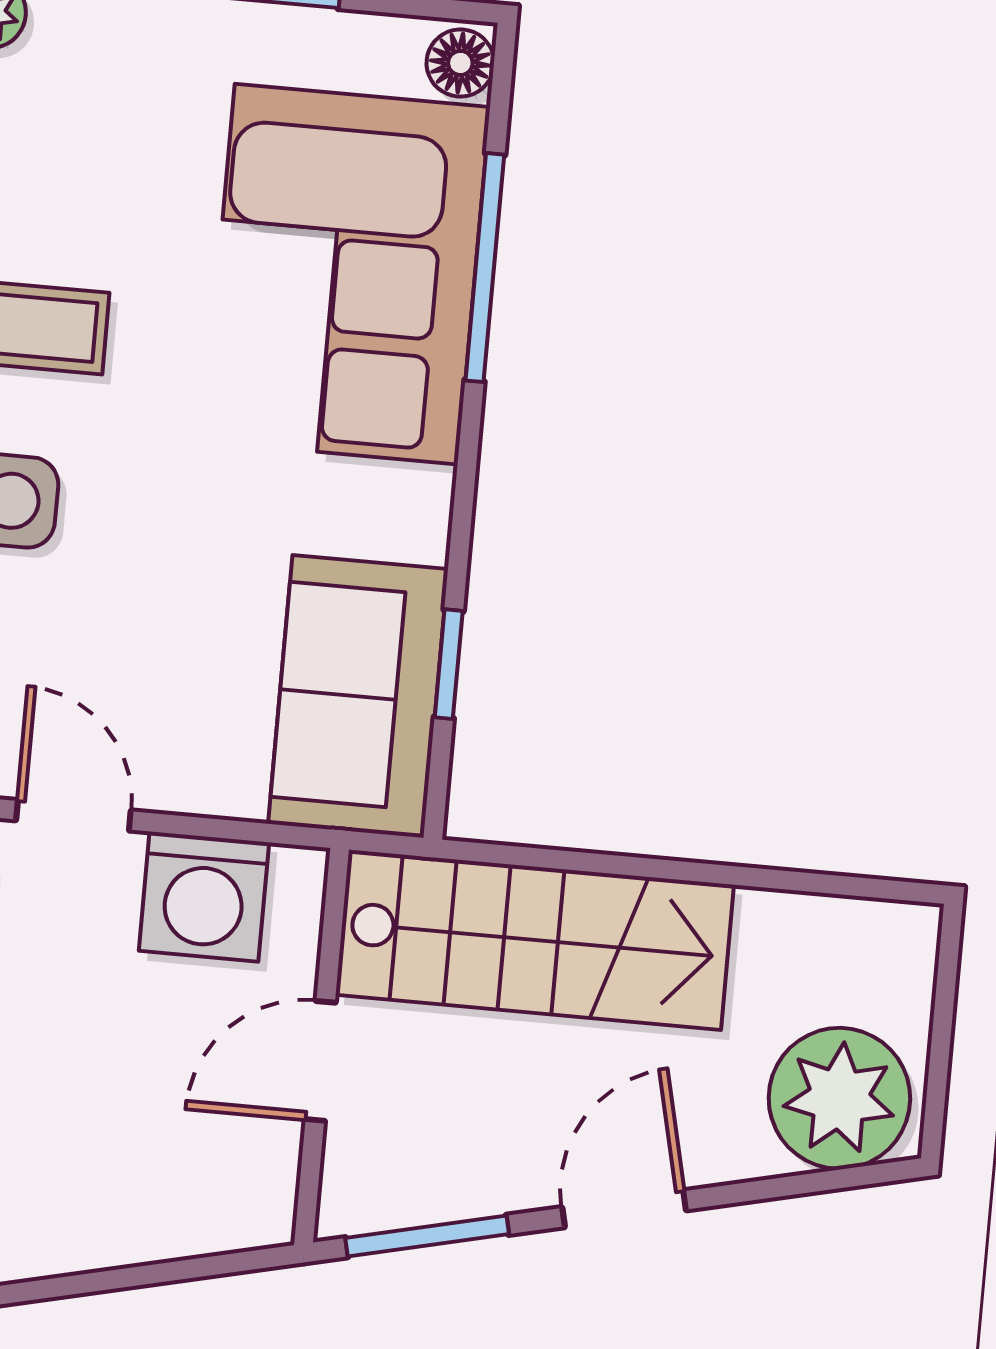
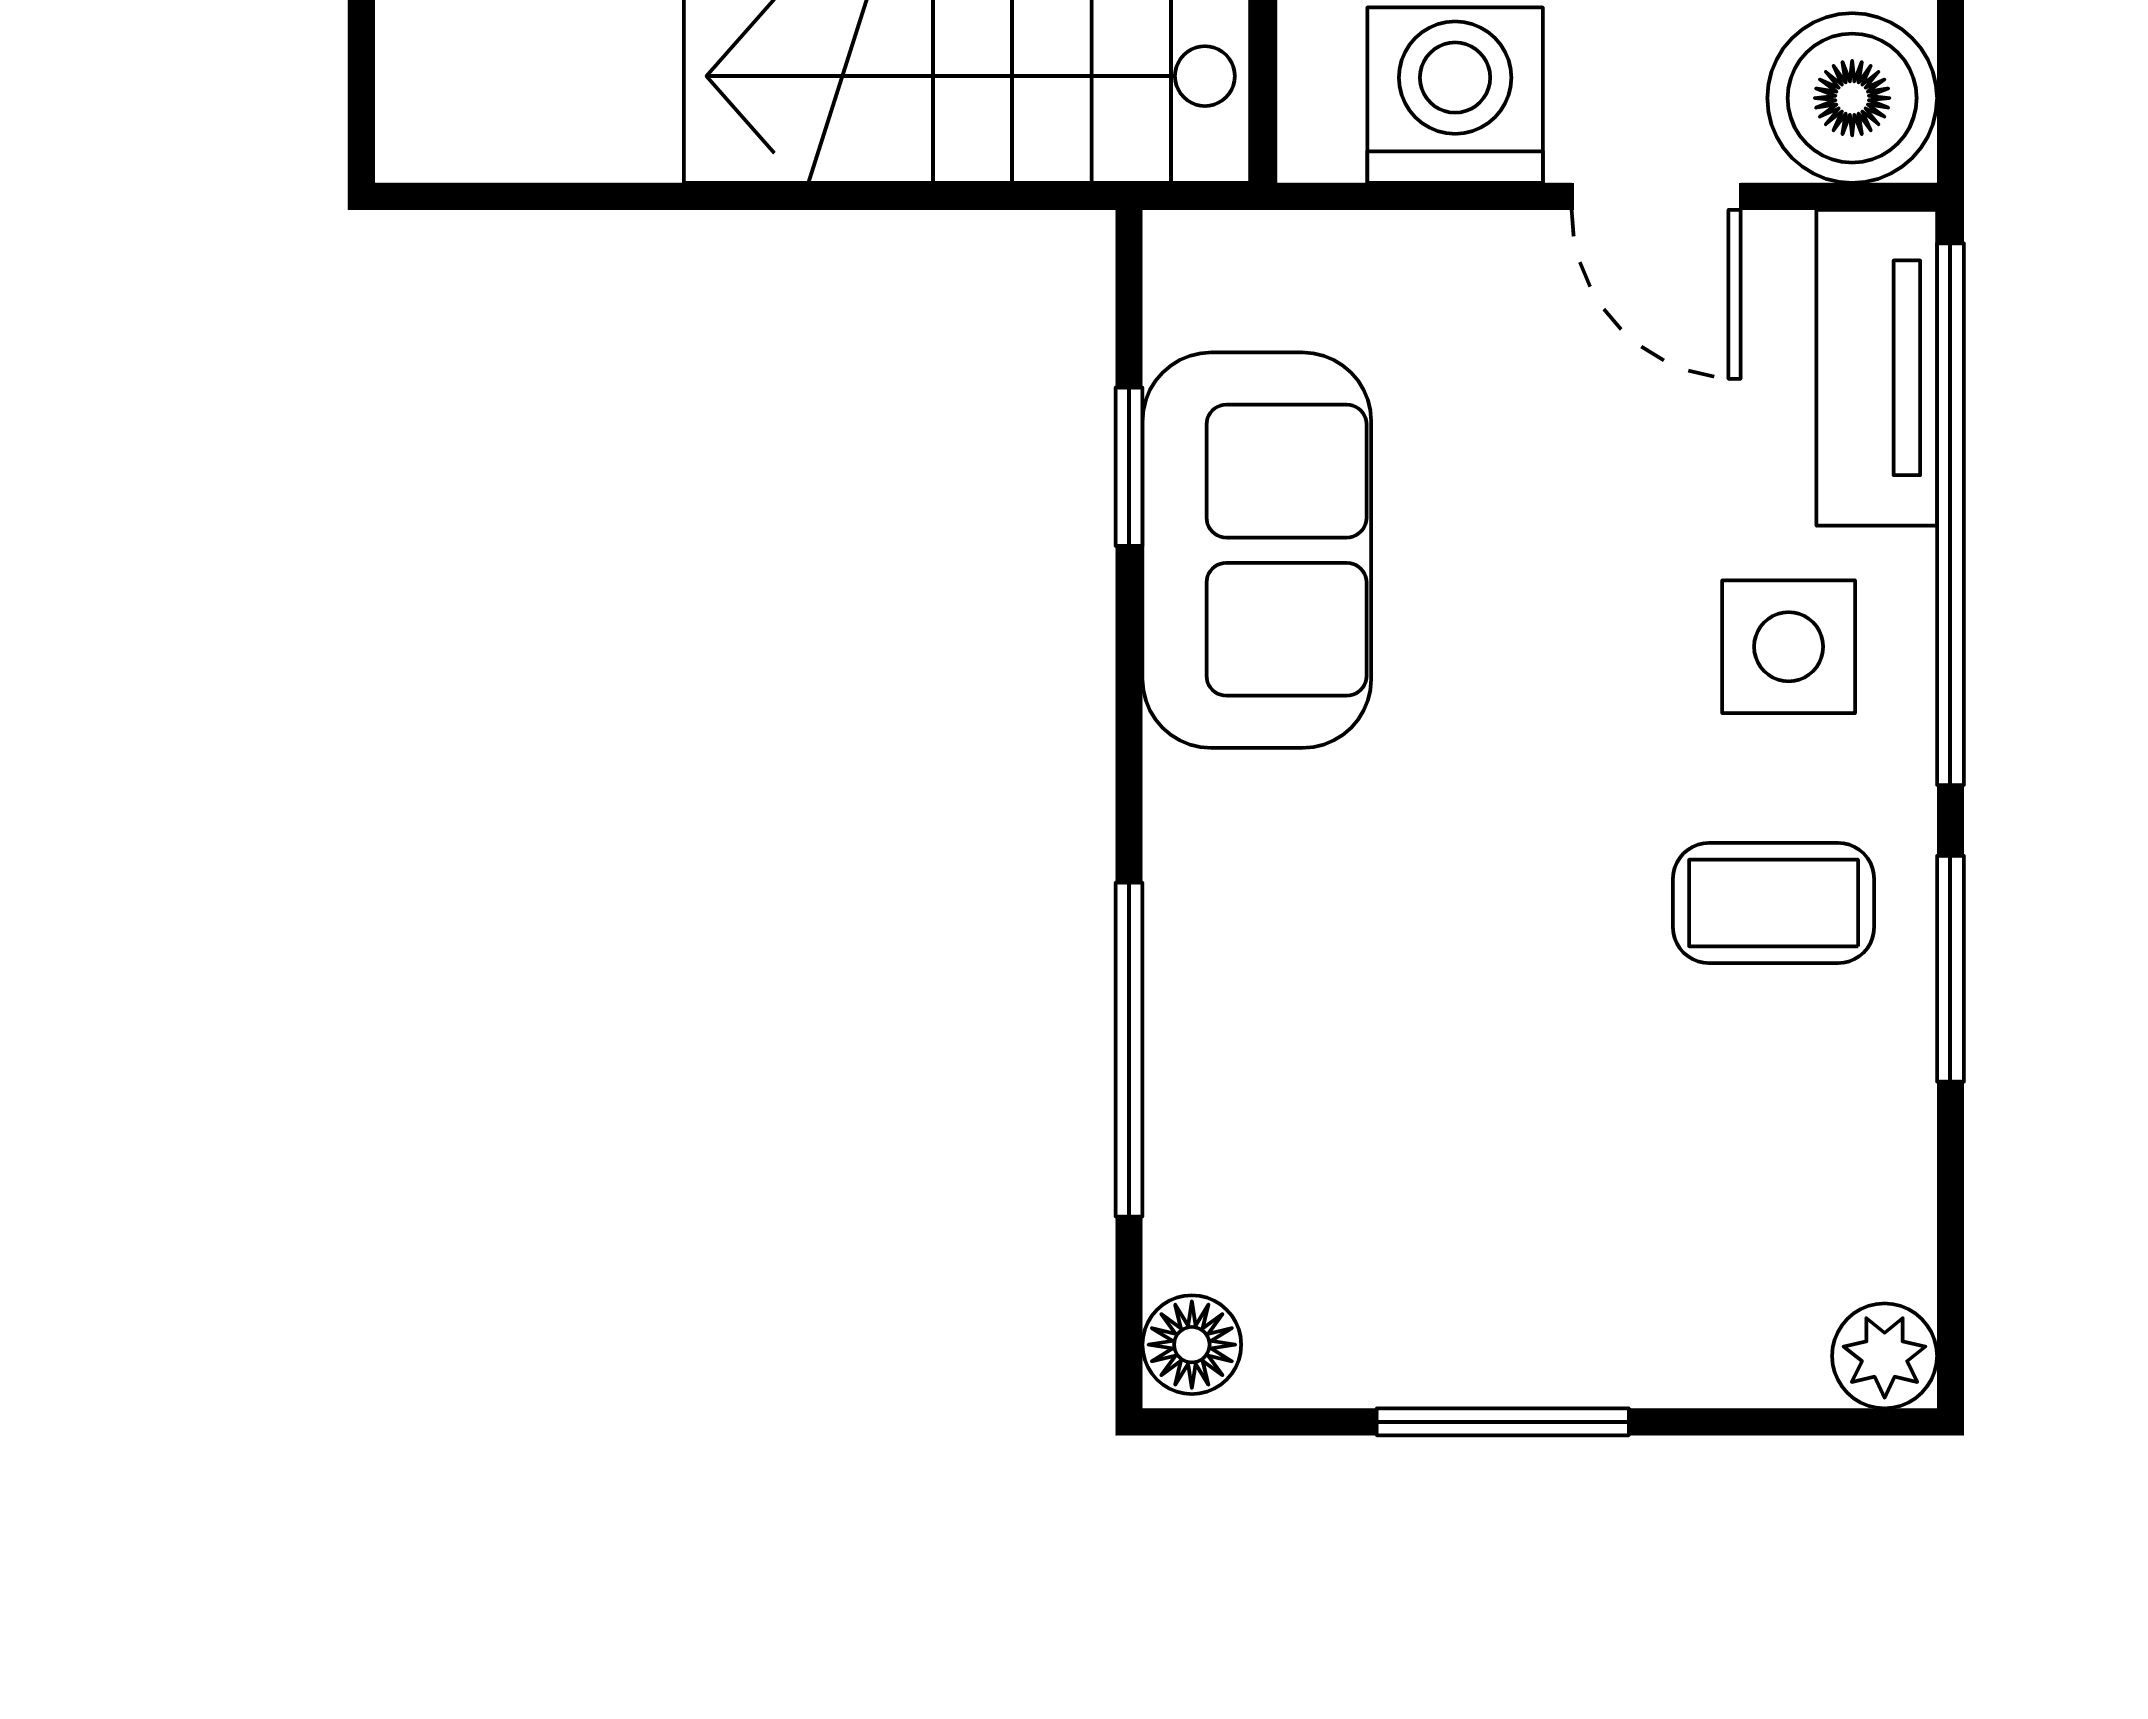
corner sofa: (346, 274) -> (1330, 1022), removed
sofa: (358, 696) -> (1257, 550), moved

